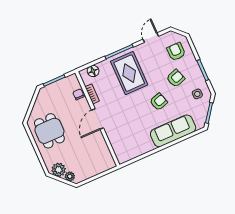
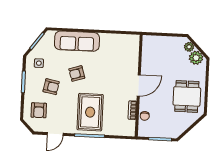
floor lamp: (93, 71) -> (121, 130), removed
armchair: (176, 78) -> (51, 87), turned -150

